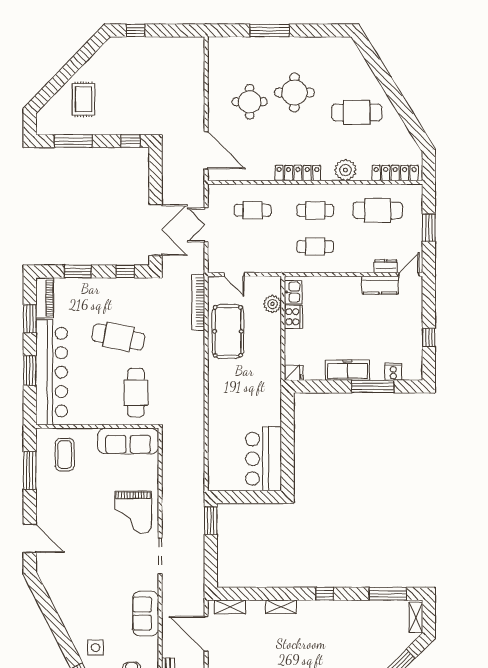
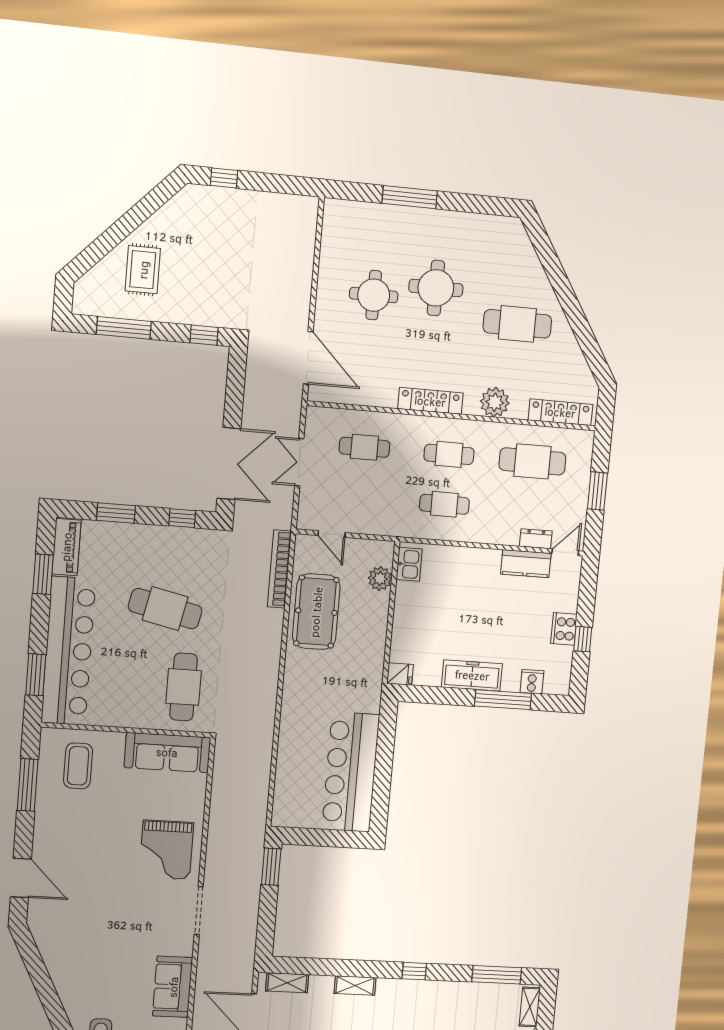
cooker: (293, 317) -> (564, 629), moved, turned 180
window: (30, 371) -> (36, 675), moved
bar counter: (264, 459) -> (351, 772), width x1.36

